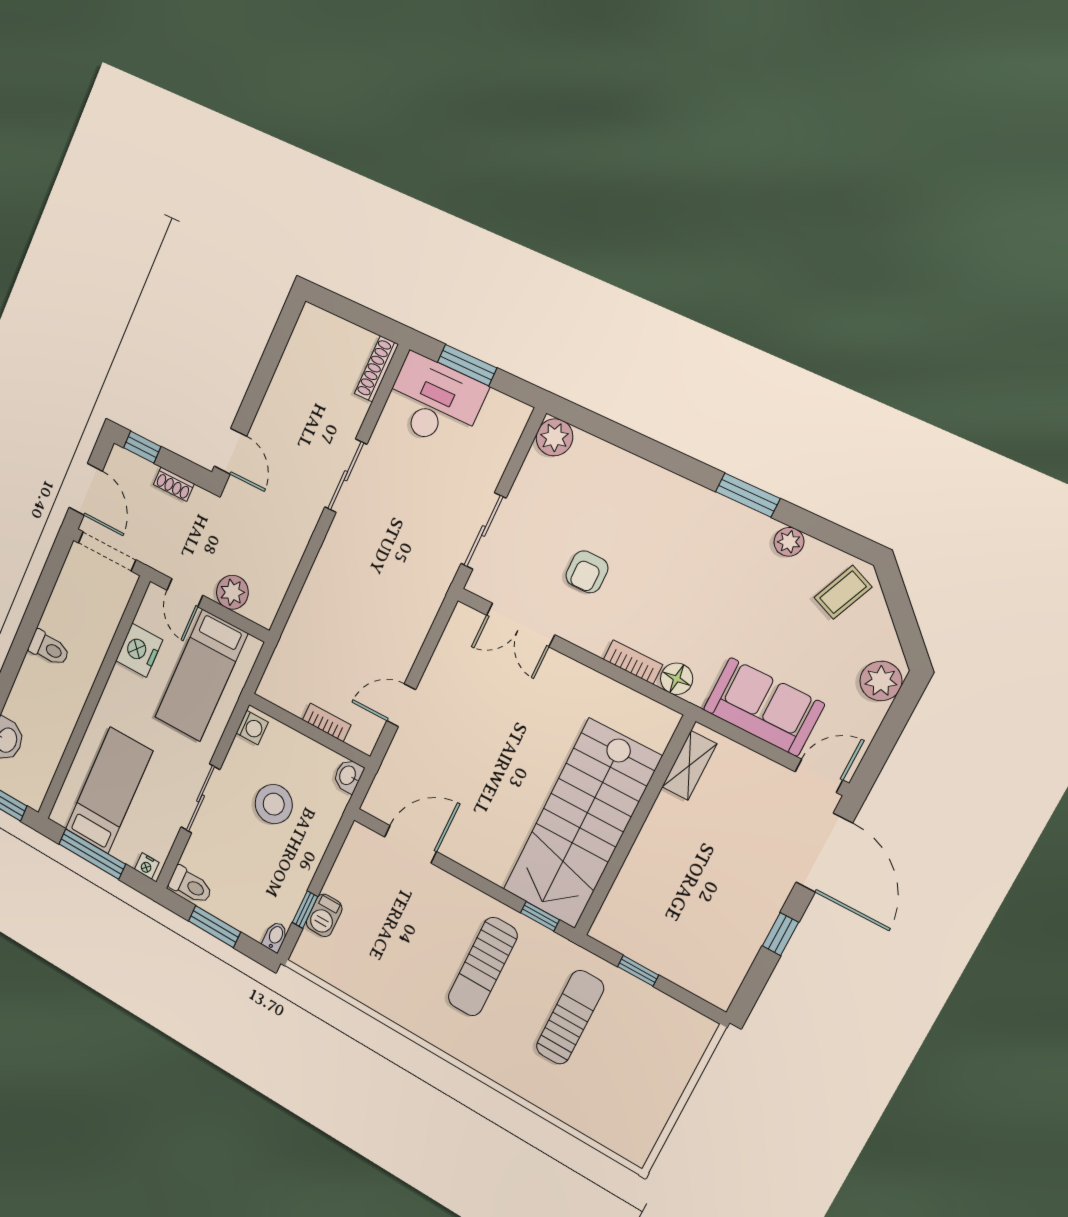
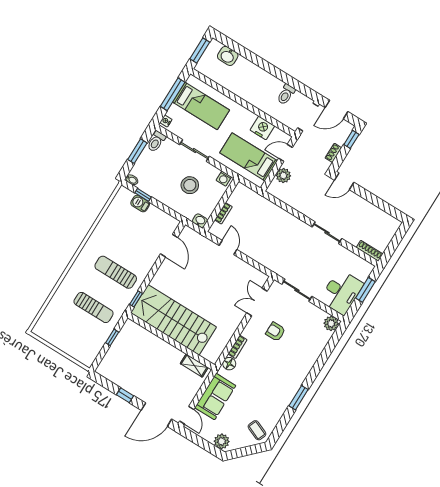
desk: (434, 402) -> (342, 292), moved
plant: (789, 542) -> (279, 412), removed
toilet: (49, 648) -> (286, 94), moved

